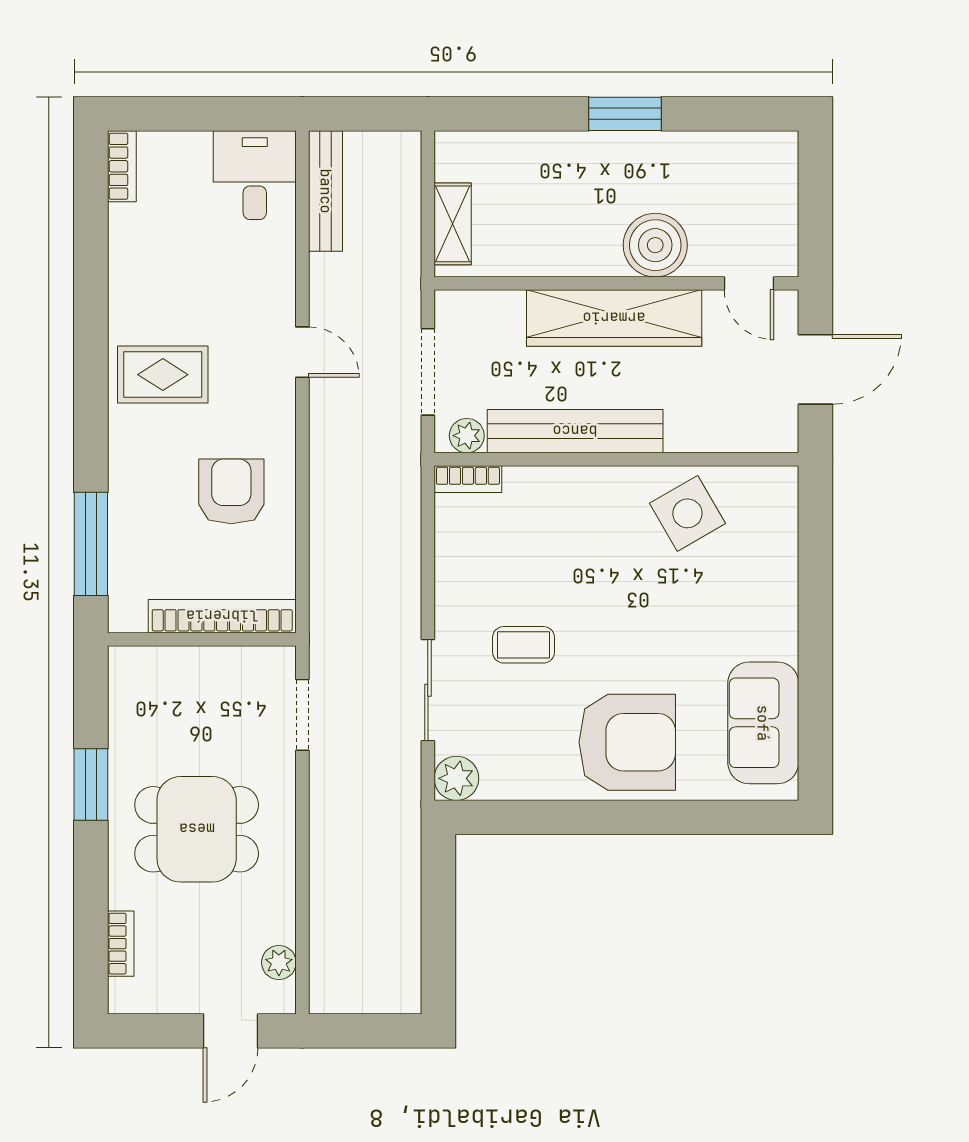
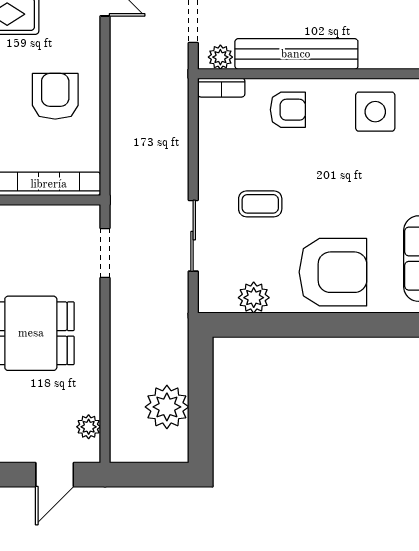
armchair: (563, 511) -> (288, 110), added
side table: (687, 513) -> (375, 112), turned 30
plant: (456, 778) -> (254, 298), moved
plant: (390, 934) -> (167, 407), added

